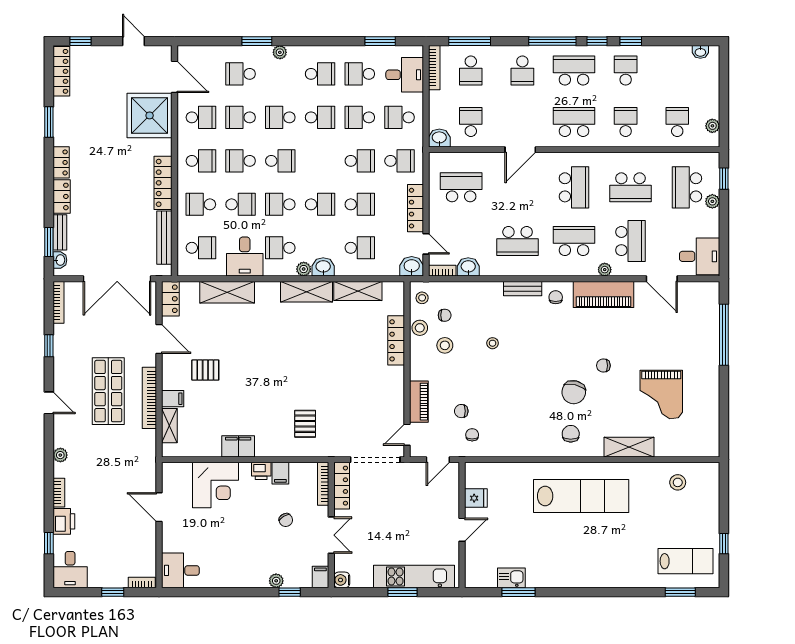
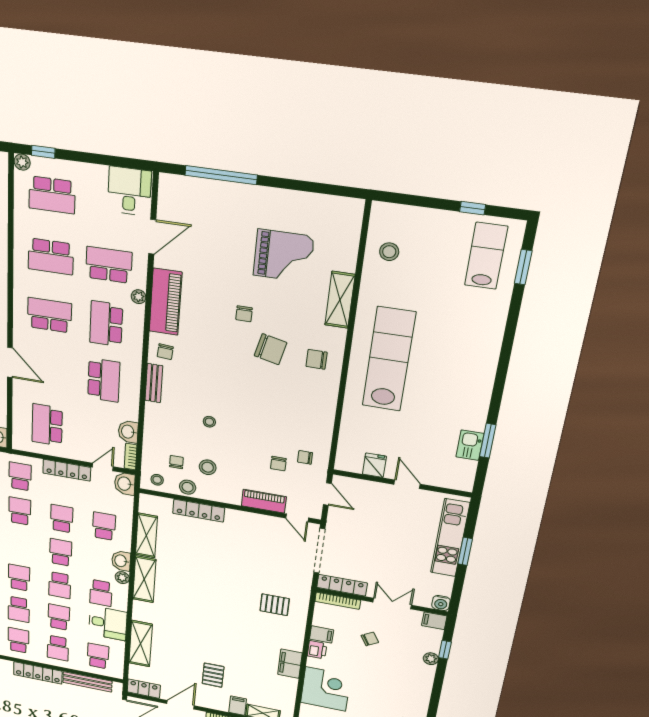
school desk: (630, 187) -> (51, 256), turned 90
plant: (712, 201) -> (22, 162), moved
chair: (556, 297) -> (165, 352), turned -85

